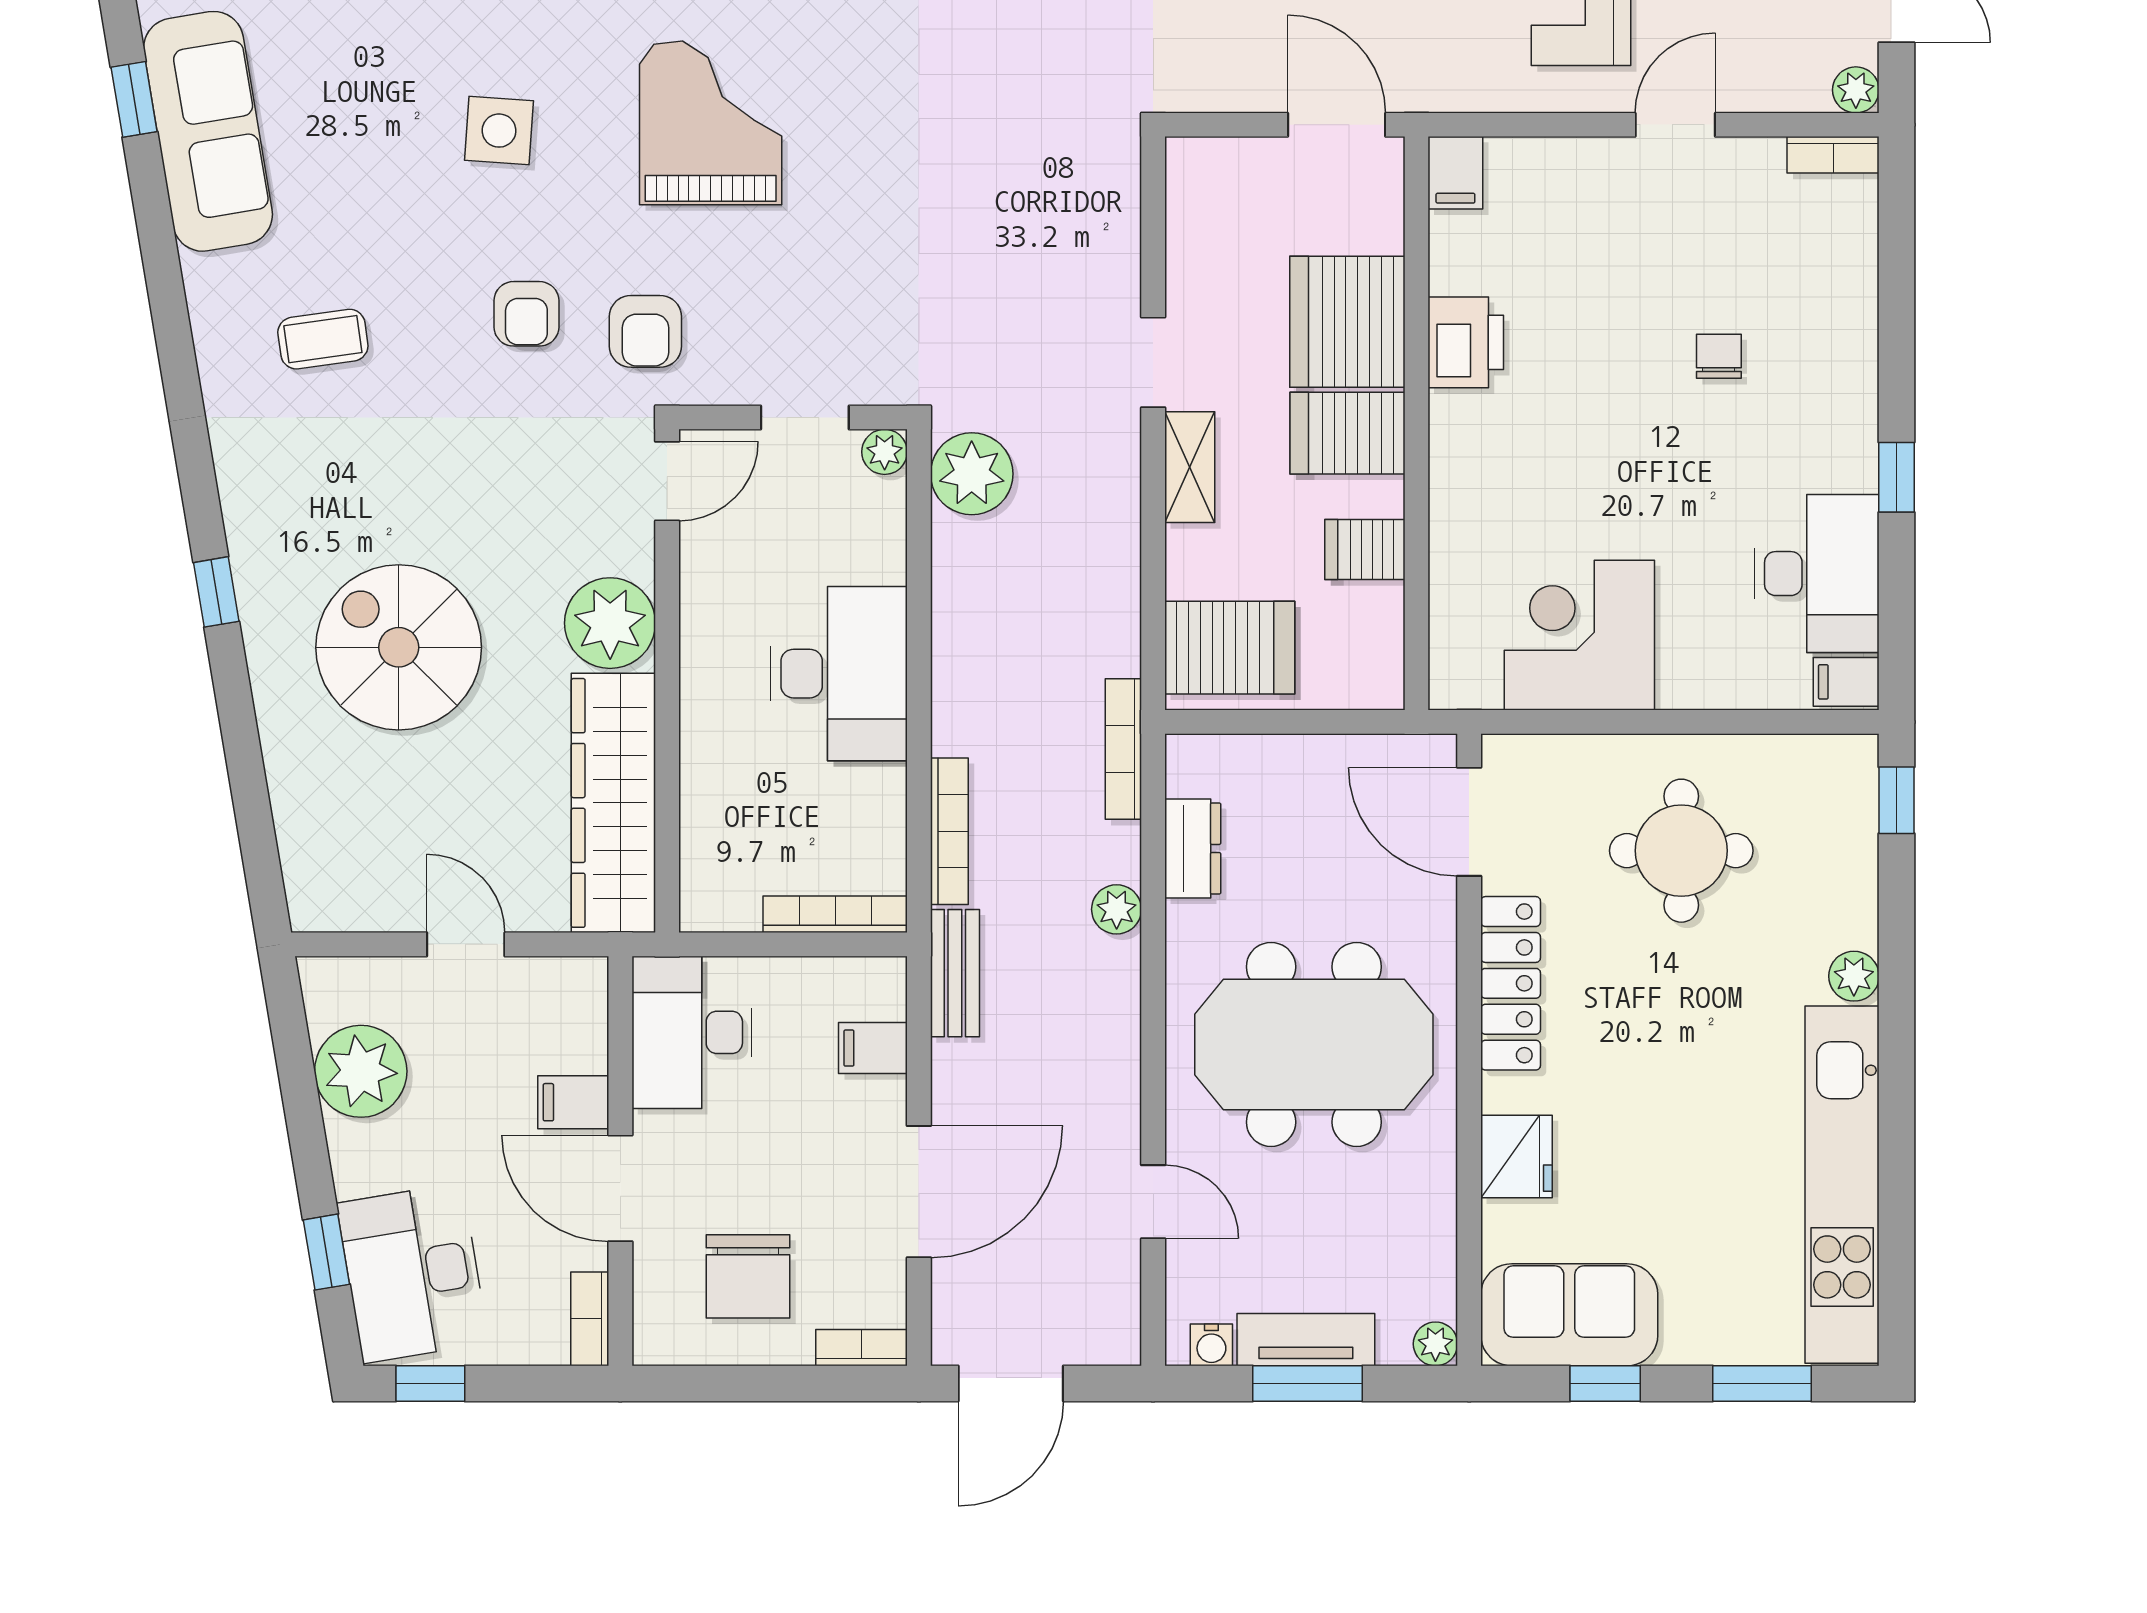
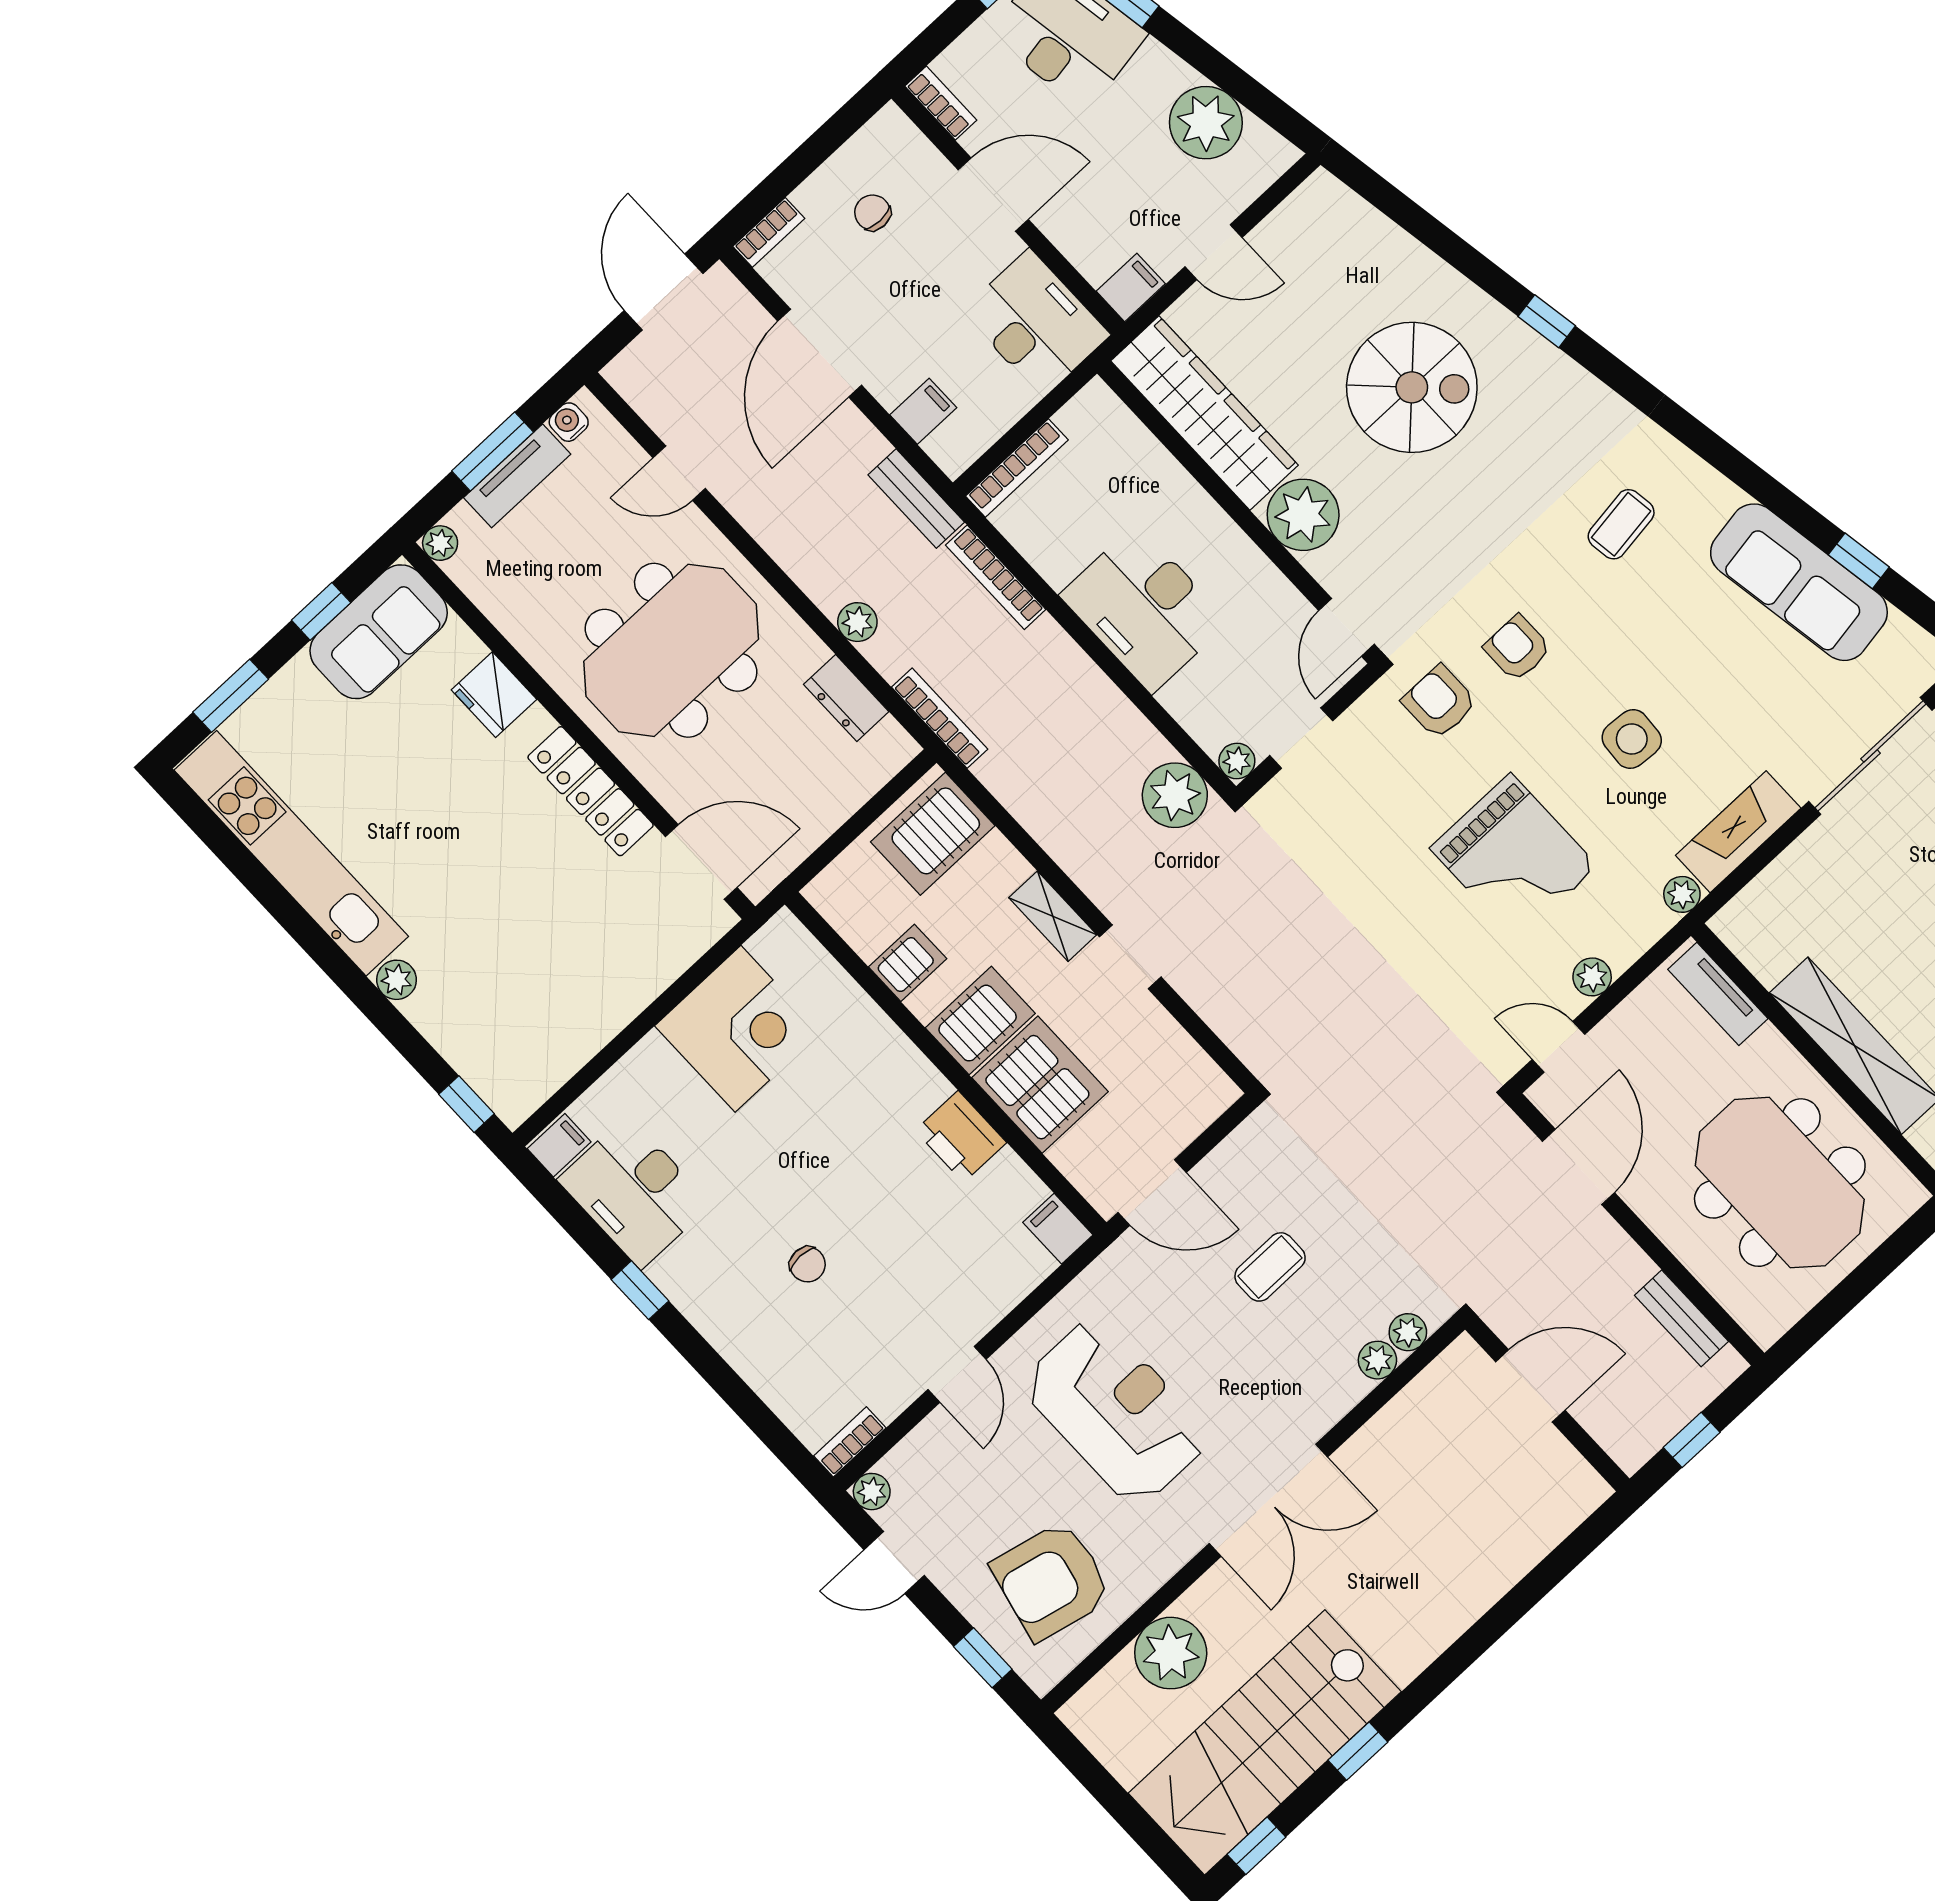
round table: (1681, 851) -> (563, 959), removed
filing cabinet: (573, 1102) -> (1131, 287), moved
chair: (748, 1276) -> (873, 213), width x0.54, depth x0.54

